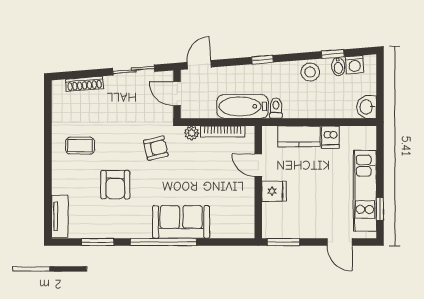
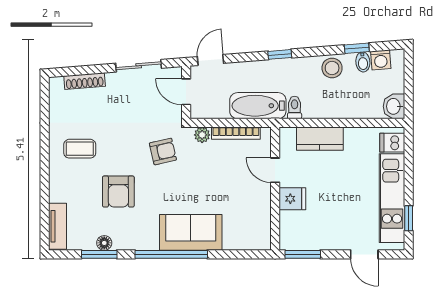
dishwasher: (330, 137) -> (392, 143), moved, turned 90
floor lamp: (102, 232) -> (104, 243), added

